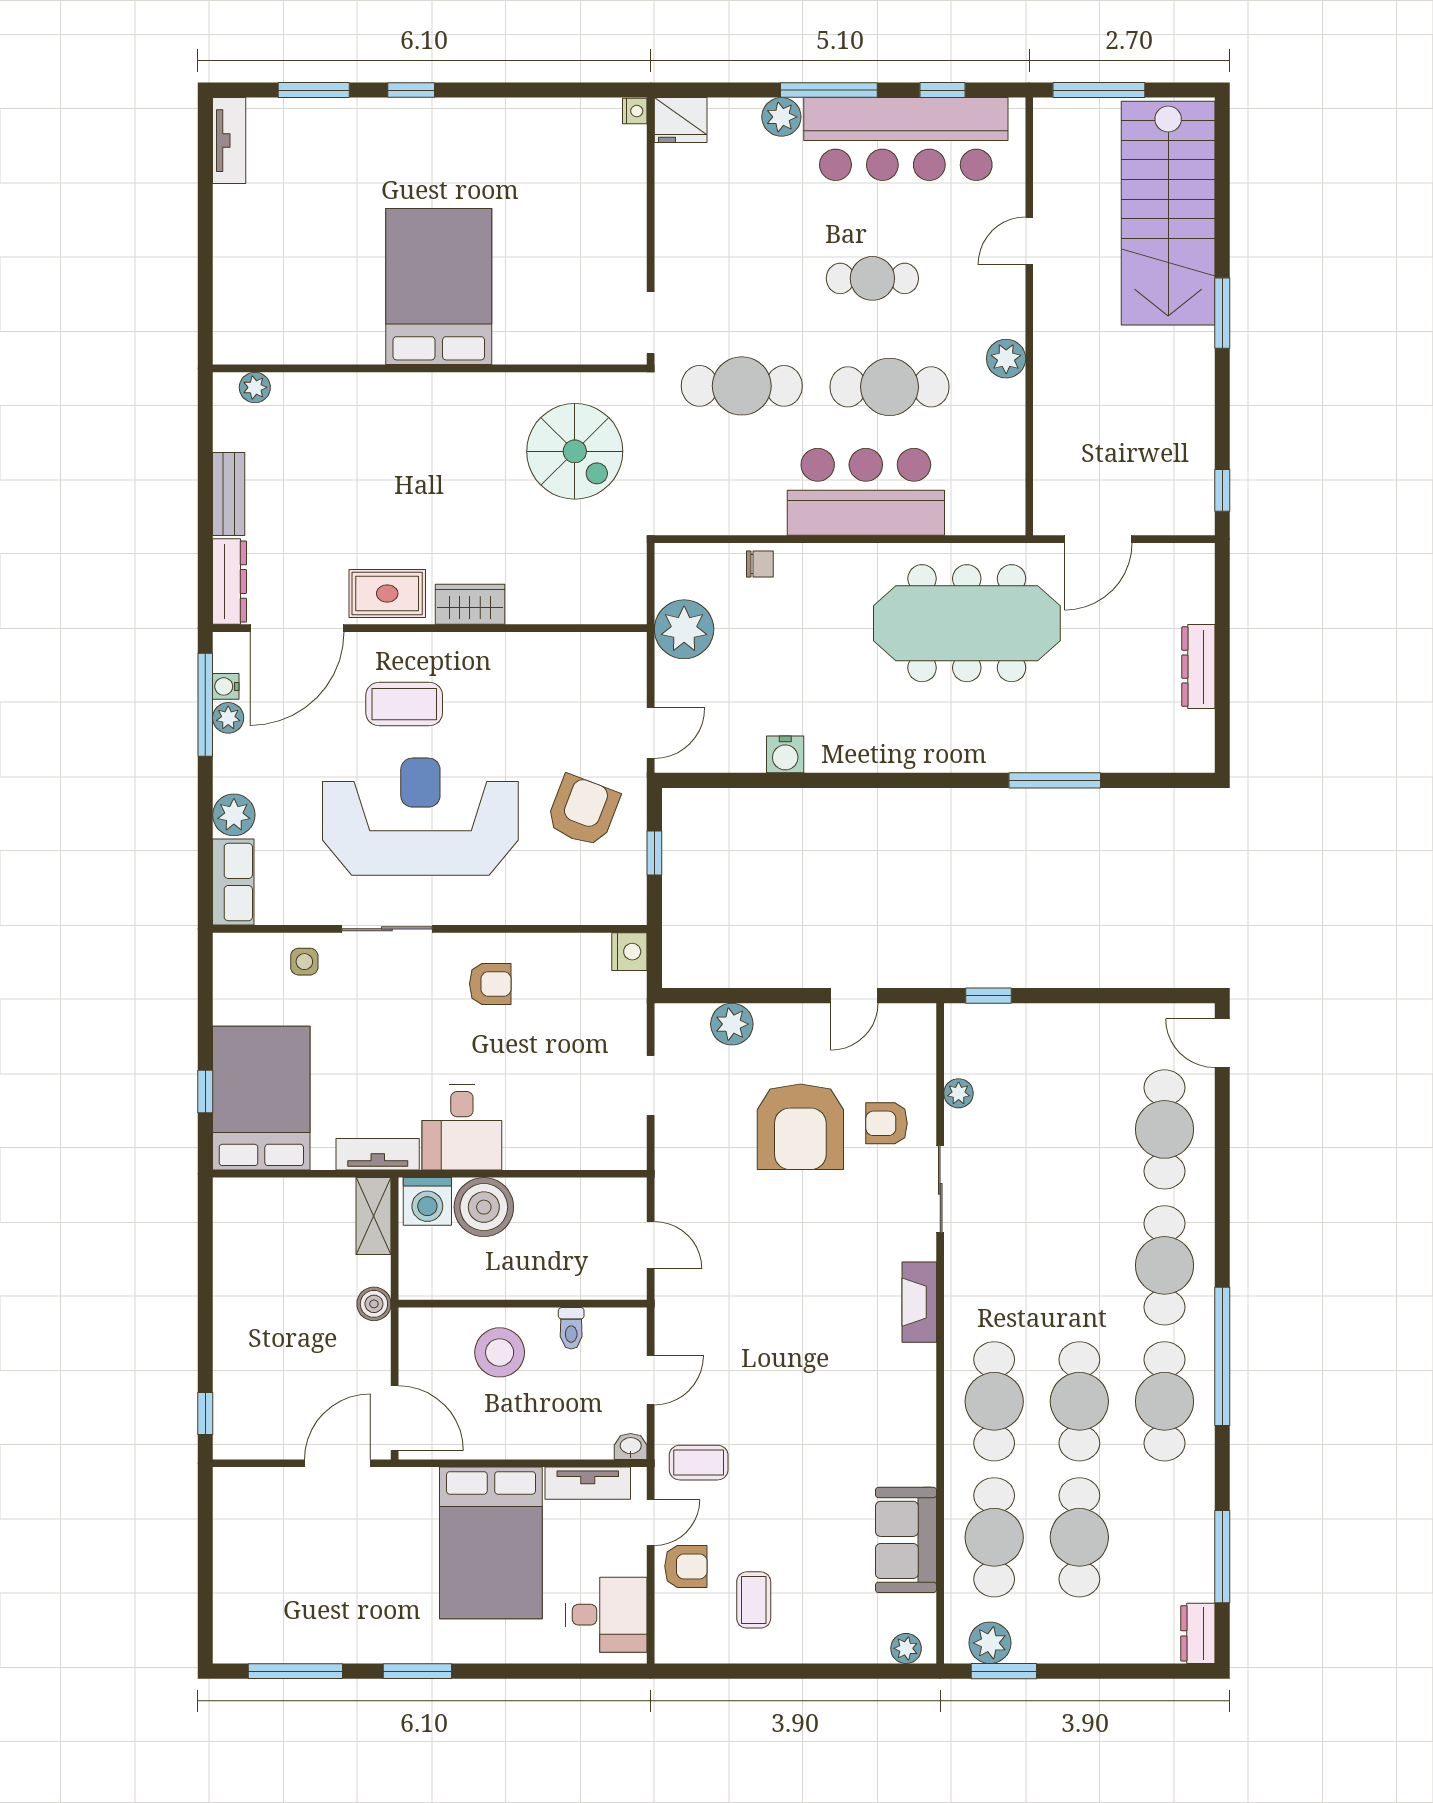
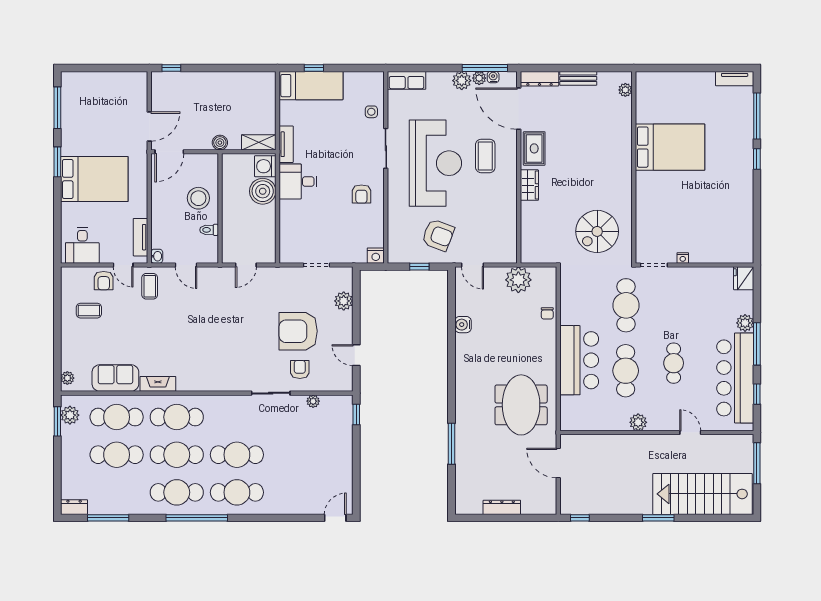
window: (314, 90) -> (757, 116), width x1.44
nightstand: (635, 111) -> (683, 258), moved
bed: (439, 287) -> (670, 147), moved
meeting table: (967, 623) -> (521, 405), width x0.73
plant: (234, 815) -> (462, 81), moved
bed: (261, 1098) -> (311, 86), width x0.67
cafe table: (1164, 1129) -> (237, 455), moved
fireplace: (919, 1302) -> (158, 384), moved
door: (338, 1463) -> (149, 126), hinge flipped
bed: (491, 1543) -> (94, 179), moved, turned 180

